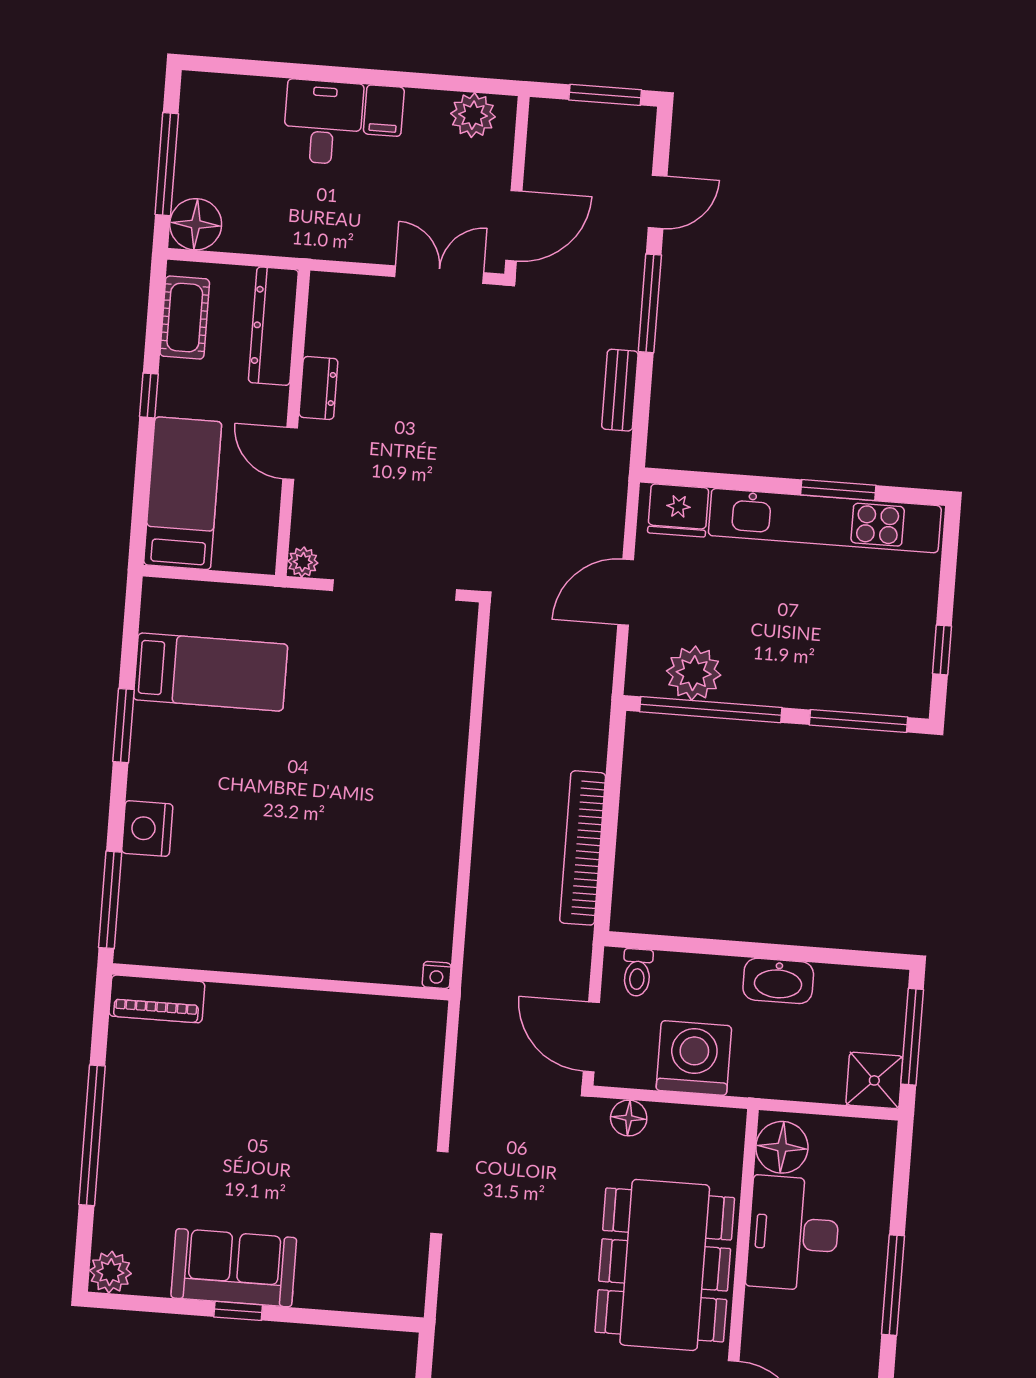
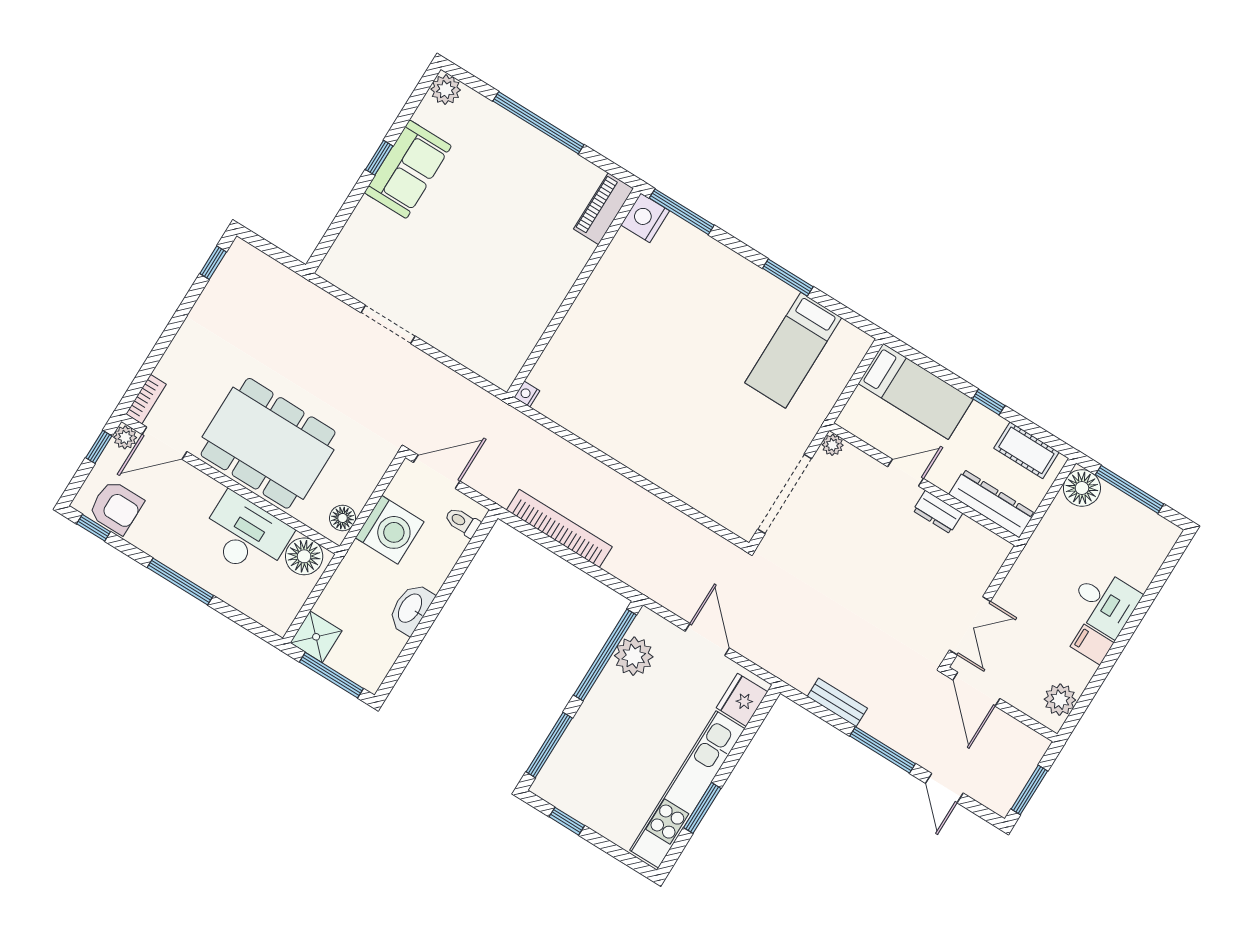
nightstand: (147, 829) -> (645, 218), moved, turned -90
floor lamp: (629, 1118) -> (343, 518), moved

